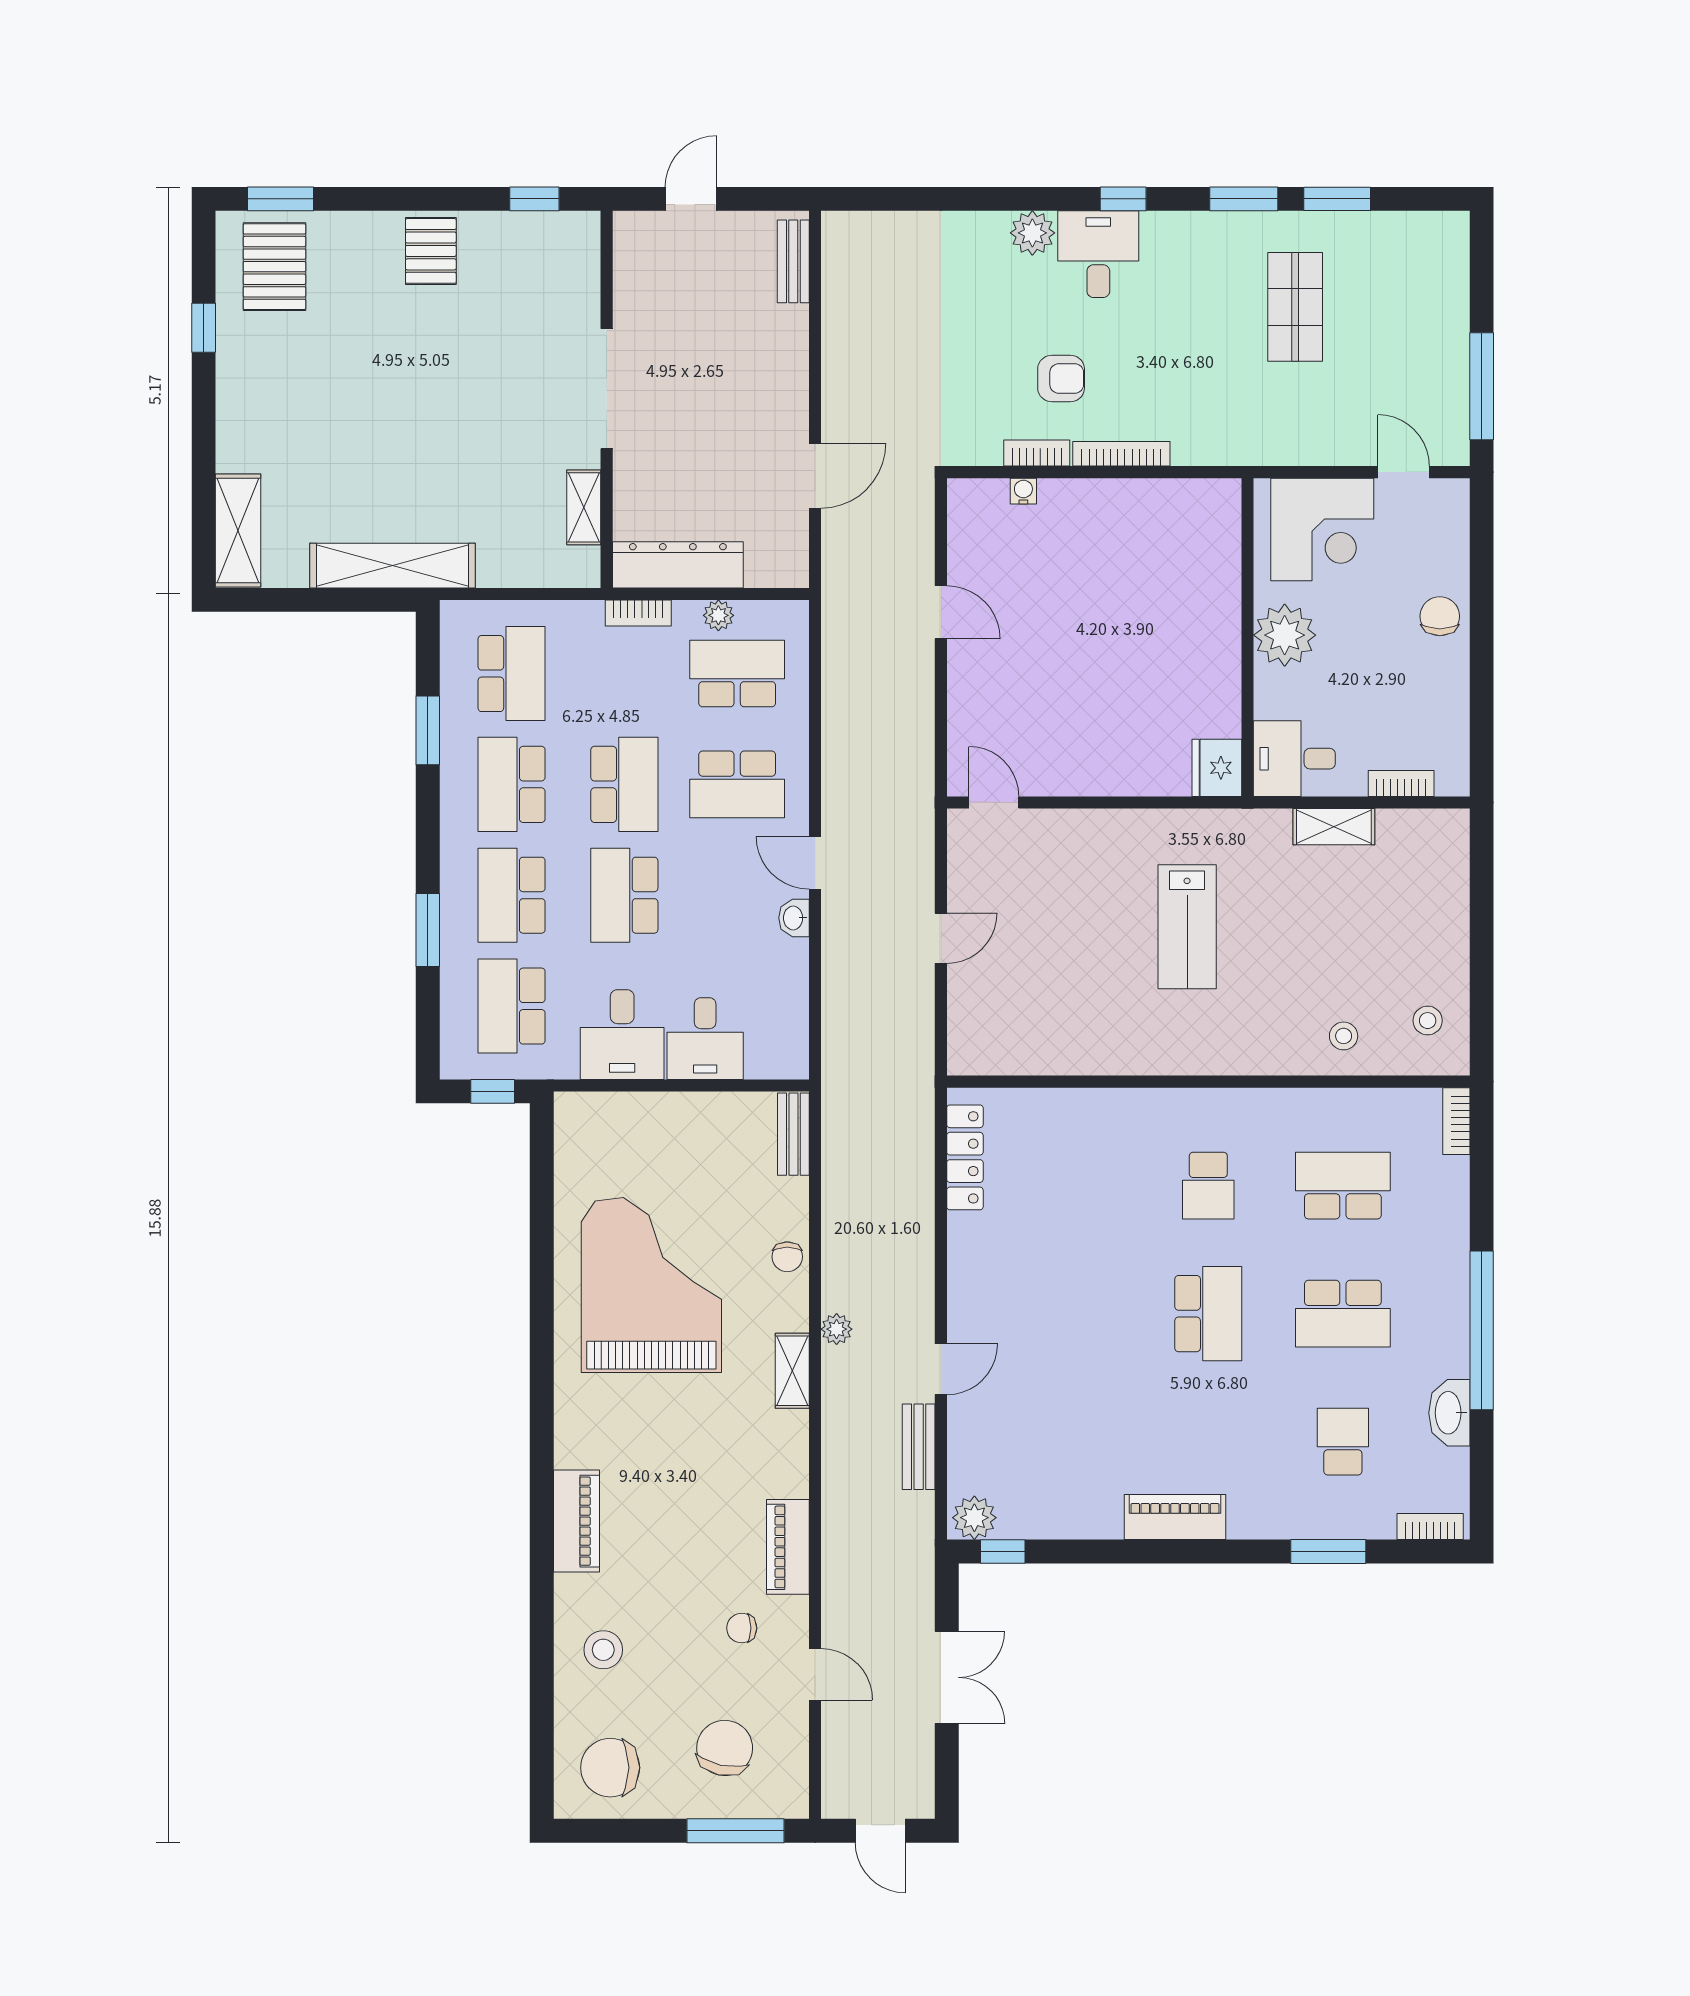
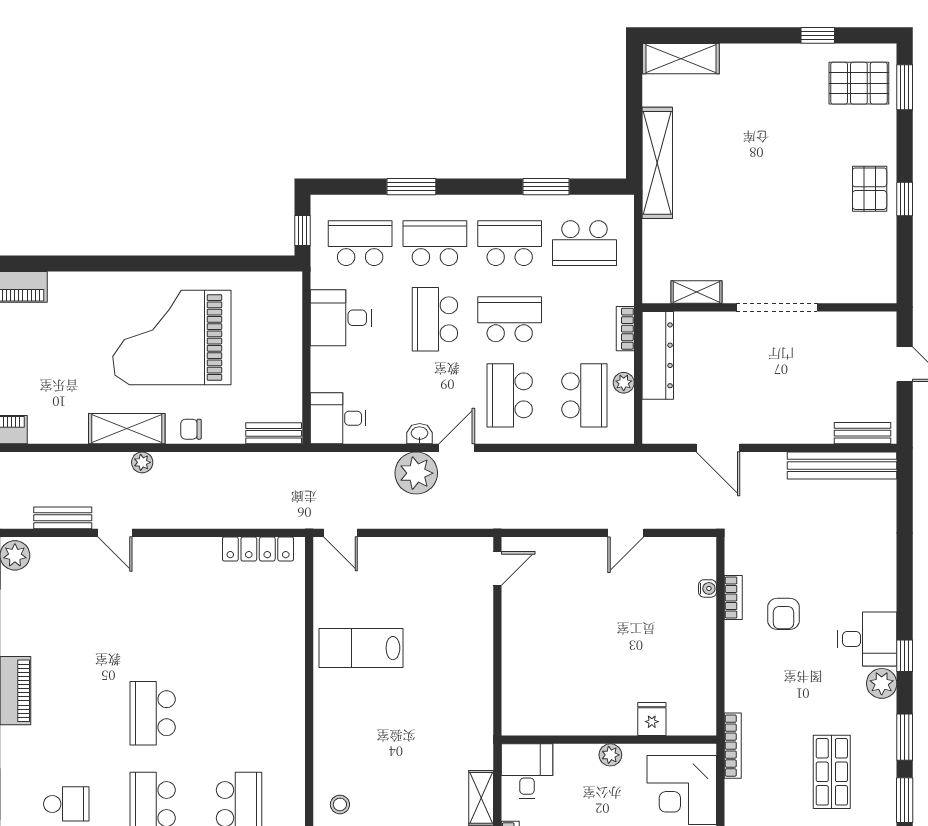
window: (534, 199) -> (905, 199), moved
plant: (1032, 233) -> (882, 683), moved
pallet: (431, 251) -> (870, 189), turned 90
bench: (841, 292) -> (842, 465), added
shop shelf: (1295, 307) -> (832, 772), turned 90
bookcase: (1121, 454) -> (733, 746), moved
plant: (1285, 635) -> (610, 755), width x0.53, depth x0.53
fridge: (1217, 768) -> (652, 719), moved, width x0.72
school desk: (624, 784) -> (510, 319), turned 180
school desk: (624, 895) -> (435, 319), turned -90
plant: (852, 923) -> (416, 473), added
lab bench: (1187, 927) -> (361, 648), moved
door: (941, 938) -> (341, 533), moved
desk: (705, 1039) -> (338, 418), moved
school desk: (1208, 1186) -> (239, 713), removed
grand piano: (651, 1285) -> (172, 337), turned 180
school desk: (1208, 1314) -> (153, 713), turned 90
shelving: (792, 1371) -> (127, 429), width x1.50, depth x1.33

